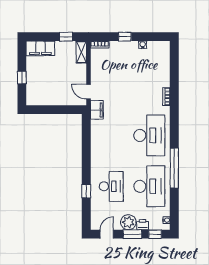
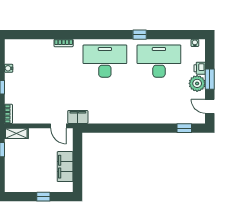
filing cabinet: (40, 48) -> (65, 167), moved, turned 180
door: (88, 92) -> (58, 126), hinge flipped
window: (174, 168) -> (140, 35), width x0.32
desk: (111, 186) -> (159, 102), removed
window: (86, 191) -> (184, 128), moved
window: (155, 234) -> (210, 55), removed

